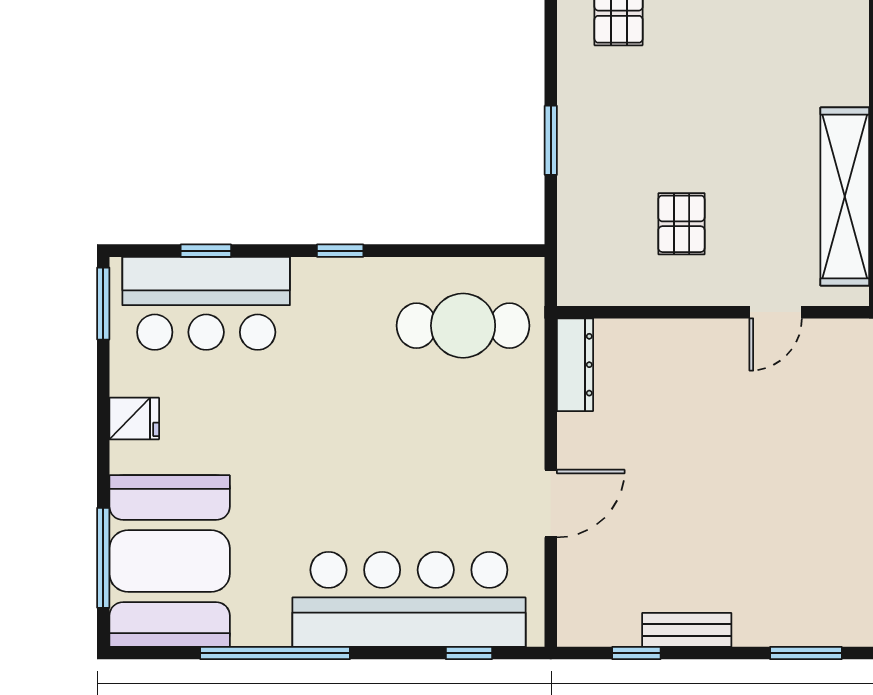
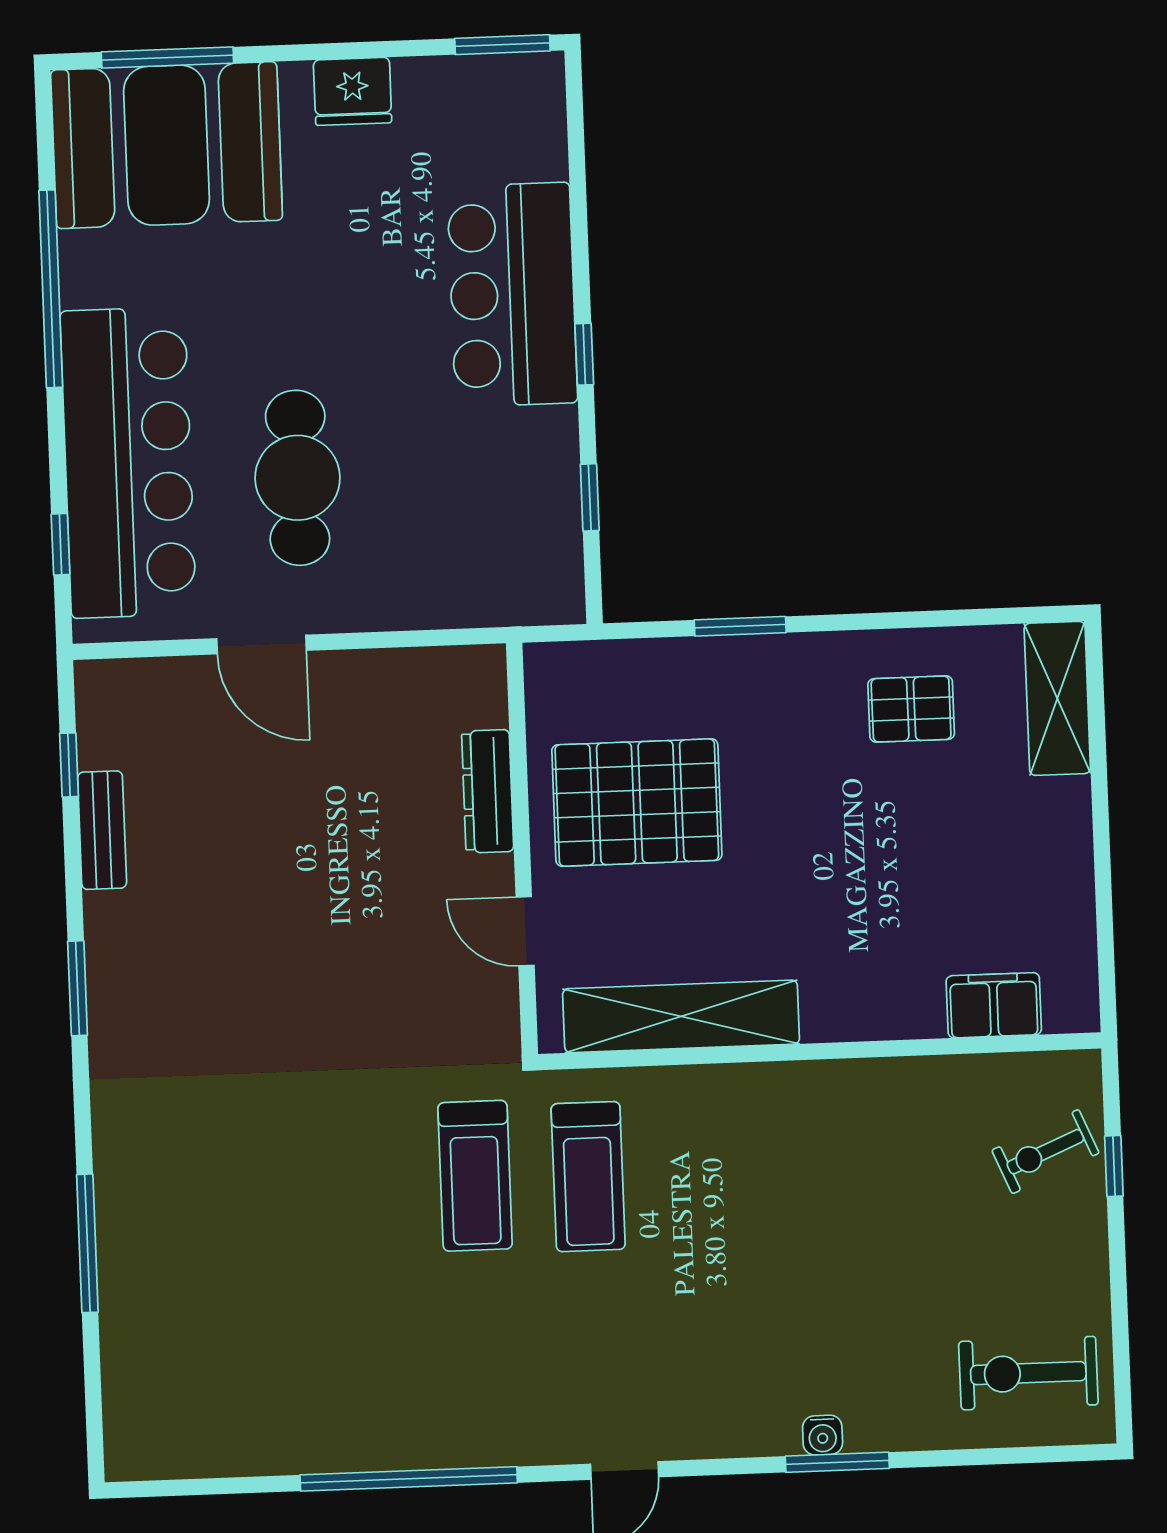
pallet: (681, 224) -> (637, 803), width x2.05, depth x2.00
window: (206, 251) -> (590, 497), moved
bar counter: (206, 303) -> (512, 295), moved
cafe table: (463, 326) -> (298, 478), moved
dresser: (575, 365) -> (488, 791), moved, turned 90
fridge: (134, 419) -> (353, 91), width x1.38

